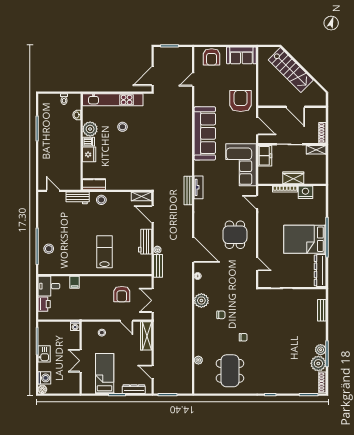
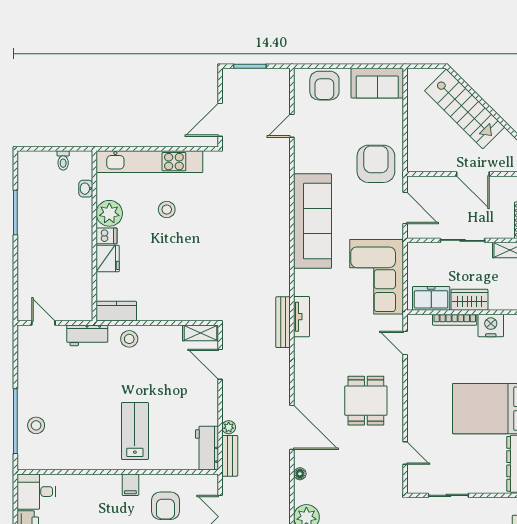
freezer: (265, 156) -> (431, 298), moved, turned -90
workbench: (145, 242) -> (207, 448), moved
filing cabinet: (75, 282) -> (130, 485), moved

